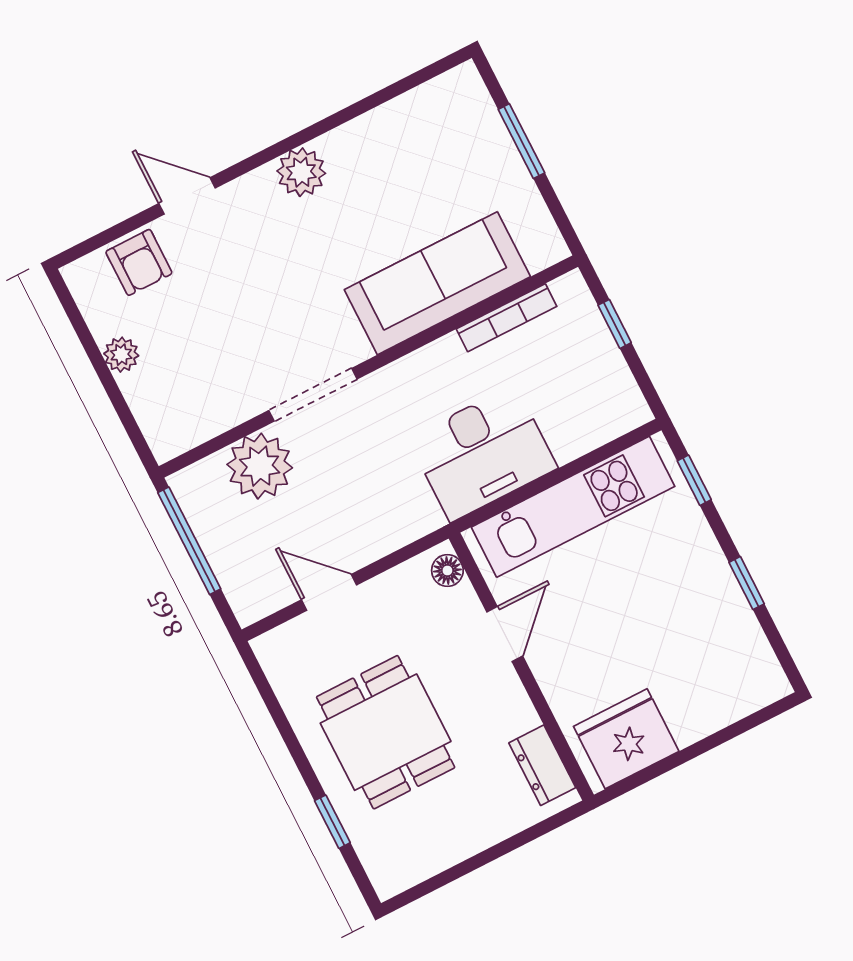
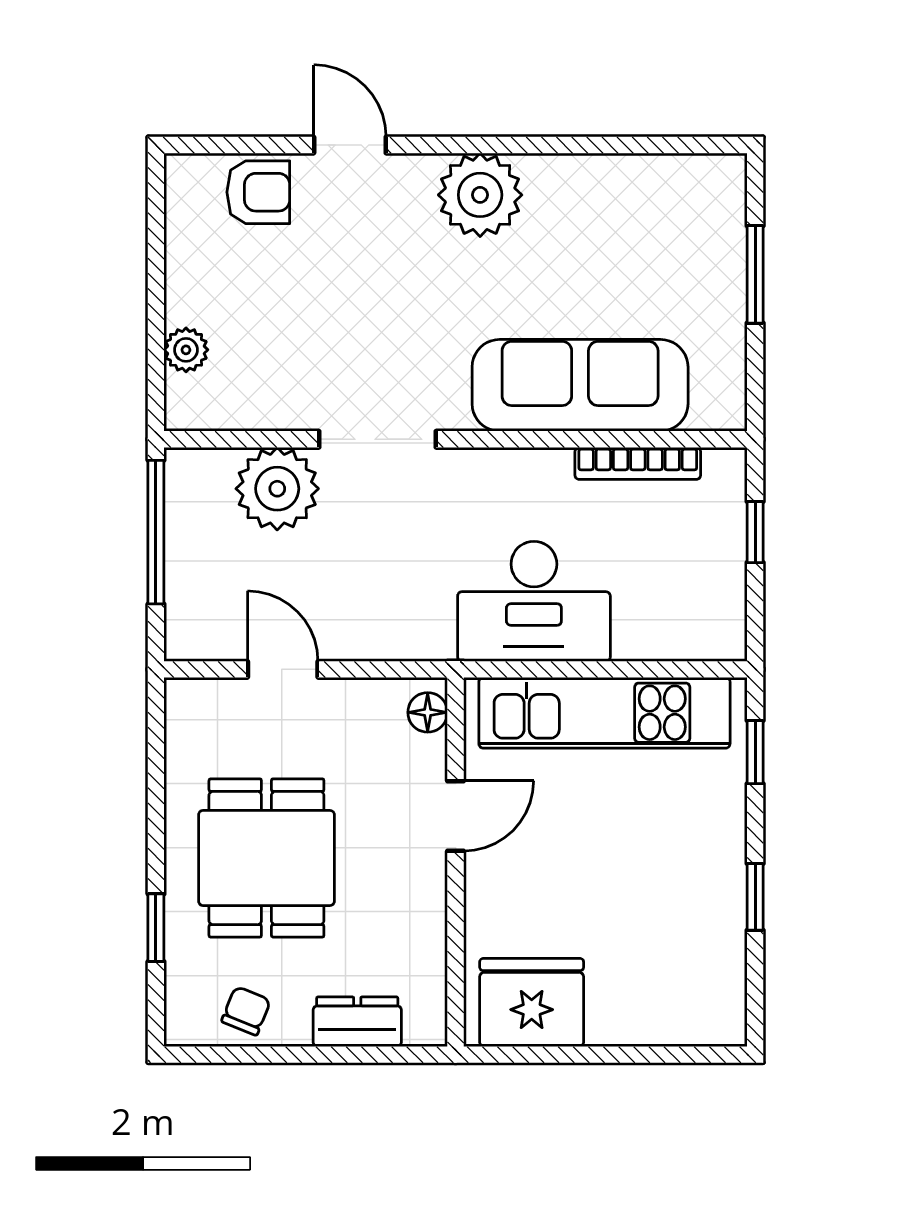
plant: (301, 172) -> (480, 195), width x1.36, depth x1.36
armchair: (139, 262) -> (258, 192), turned -90
plant: (121, 355) -> (186, 350), moved
dresser: (542, 765) -> (357, 1022), moved, turned 90
chair: (426, 848) -> (246, 1011), added

